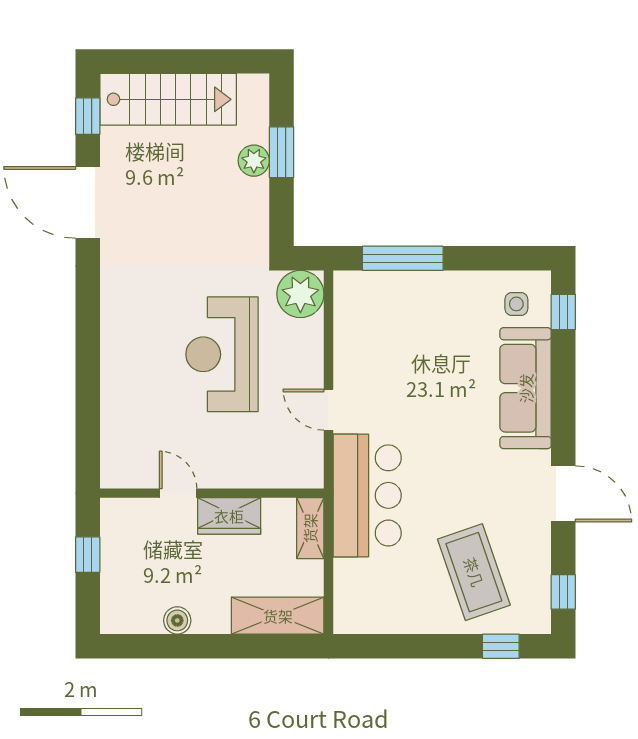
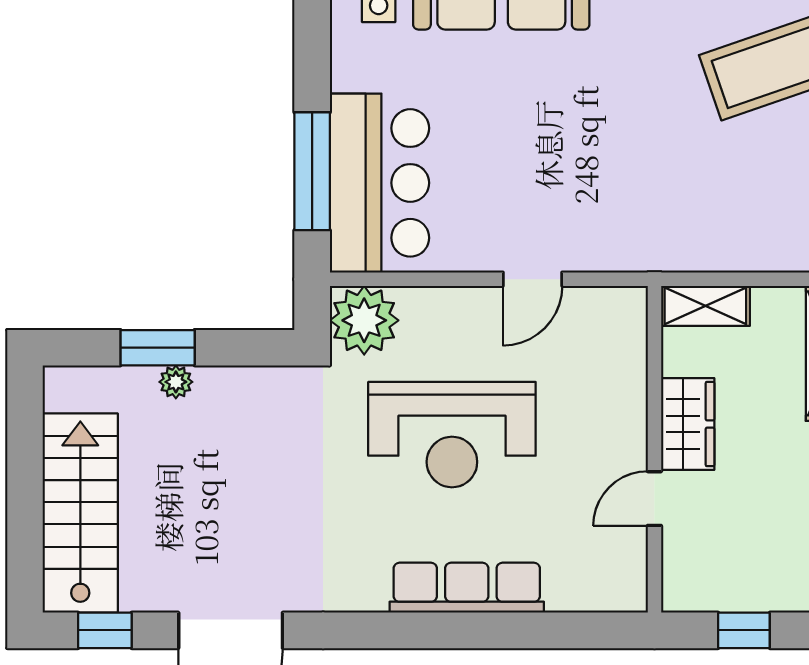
plant: (254, 161) -> (176, 382), width x0.73, depth x0.73
row of seats: (117, 364) -> (467, 588), added
bar counter: (367, 495) -> (379, 183), moved, turned 90

